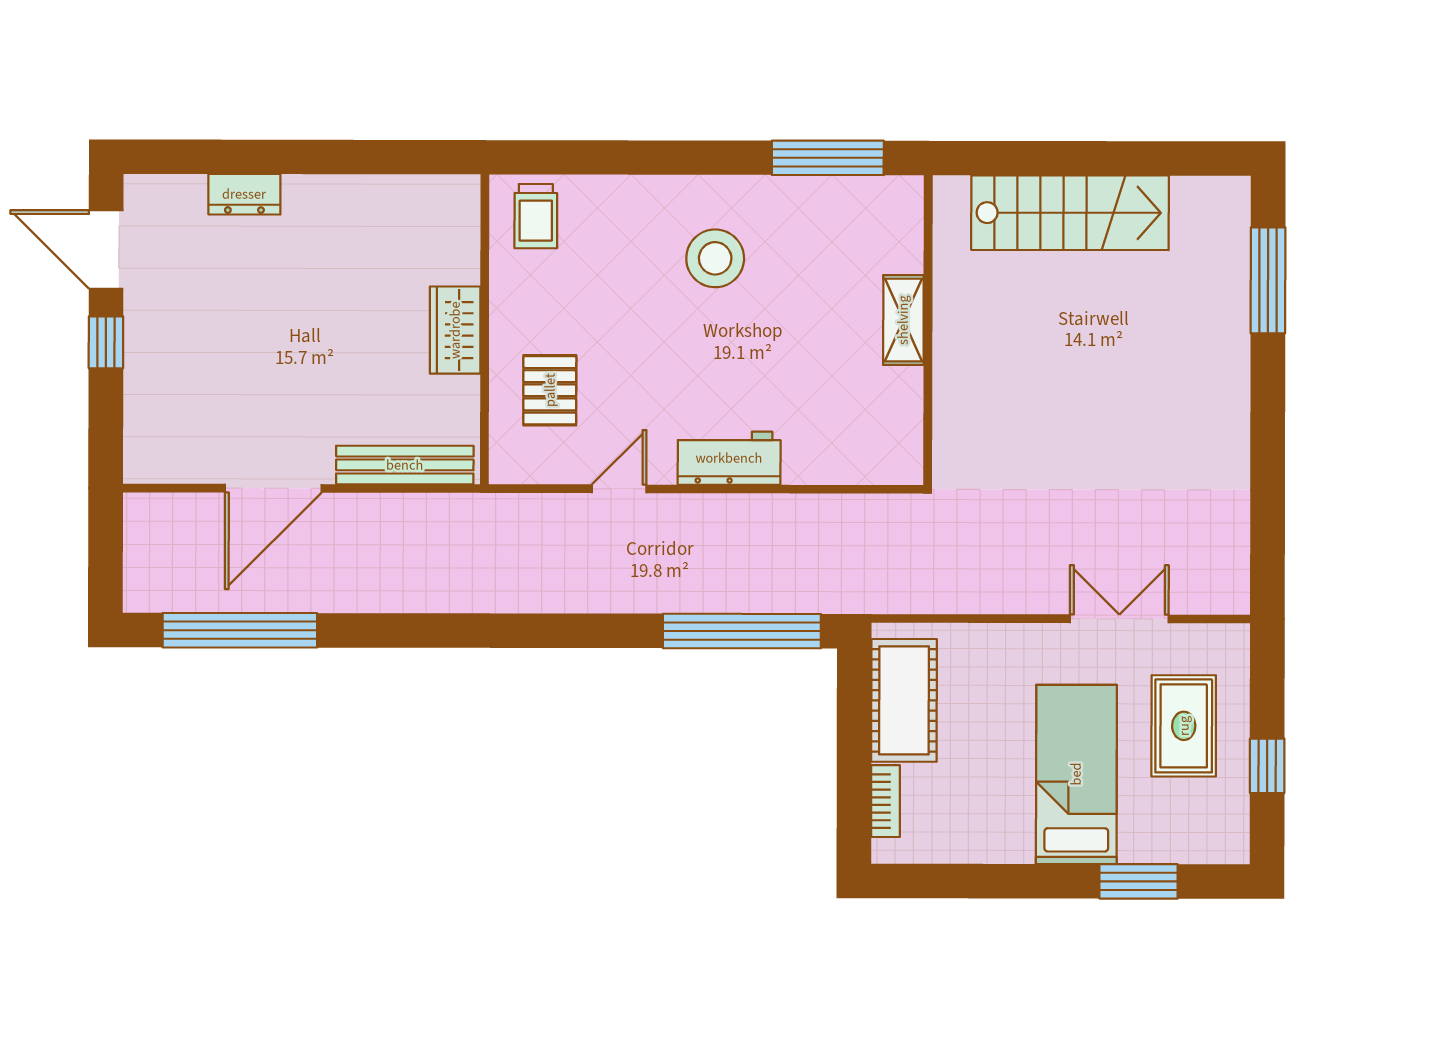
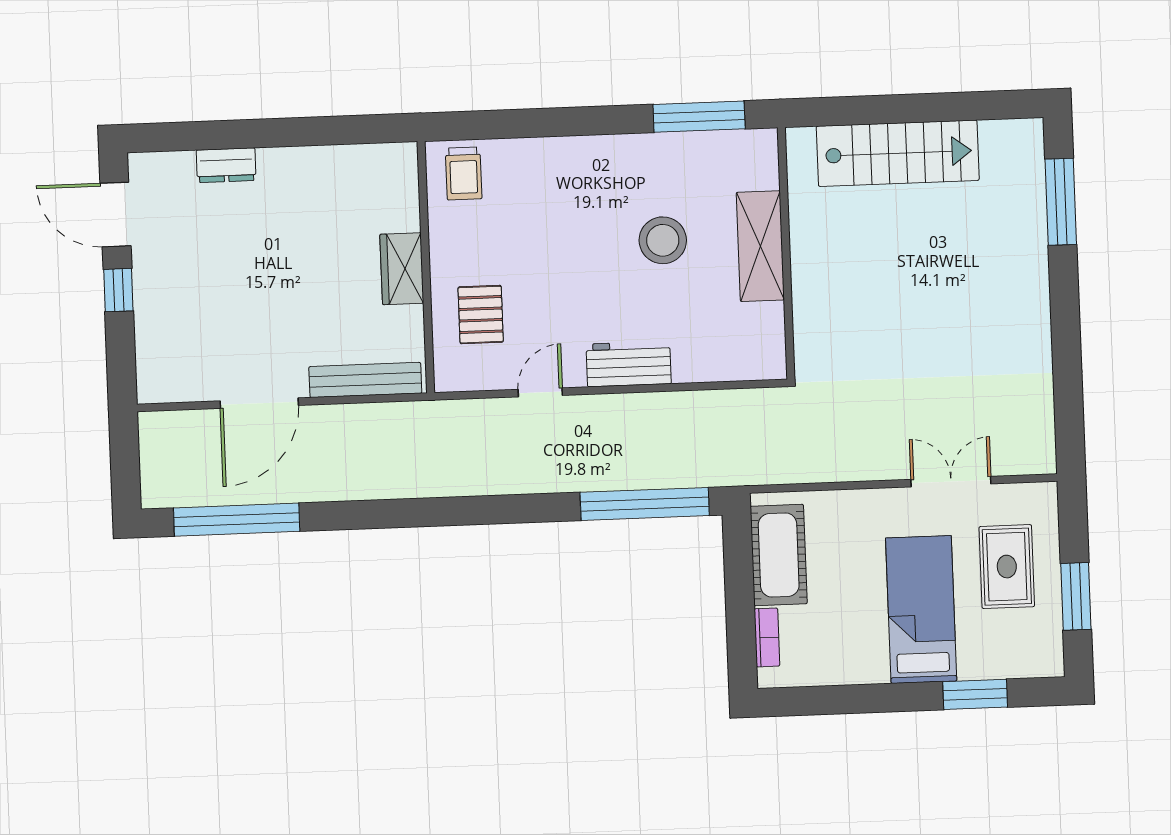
stool: (715, 258) -> (663, 240), moved
shelving: (903, 320) -> (760, 246), width x1.50, depth x1.33
window: (1267, 766) -> (1076, 596), width x1.50

